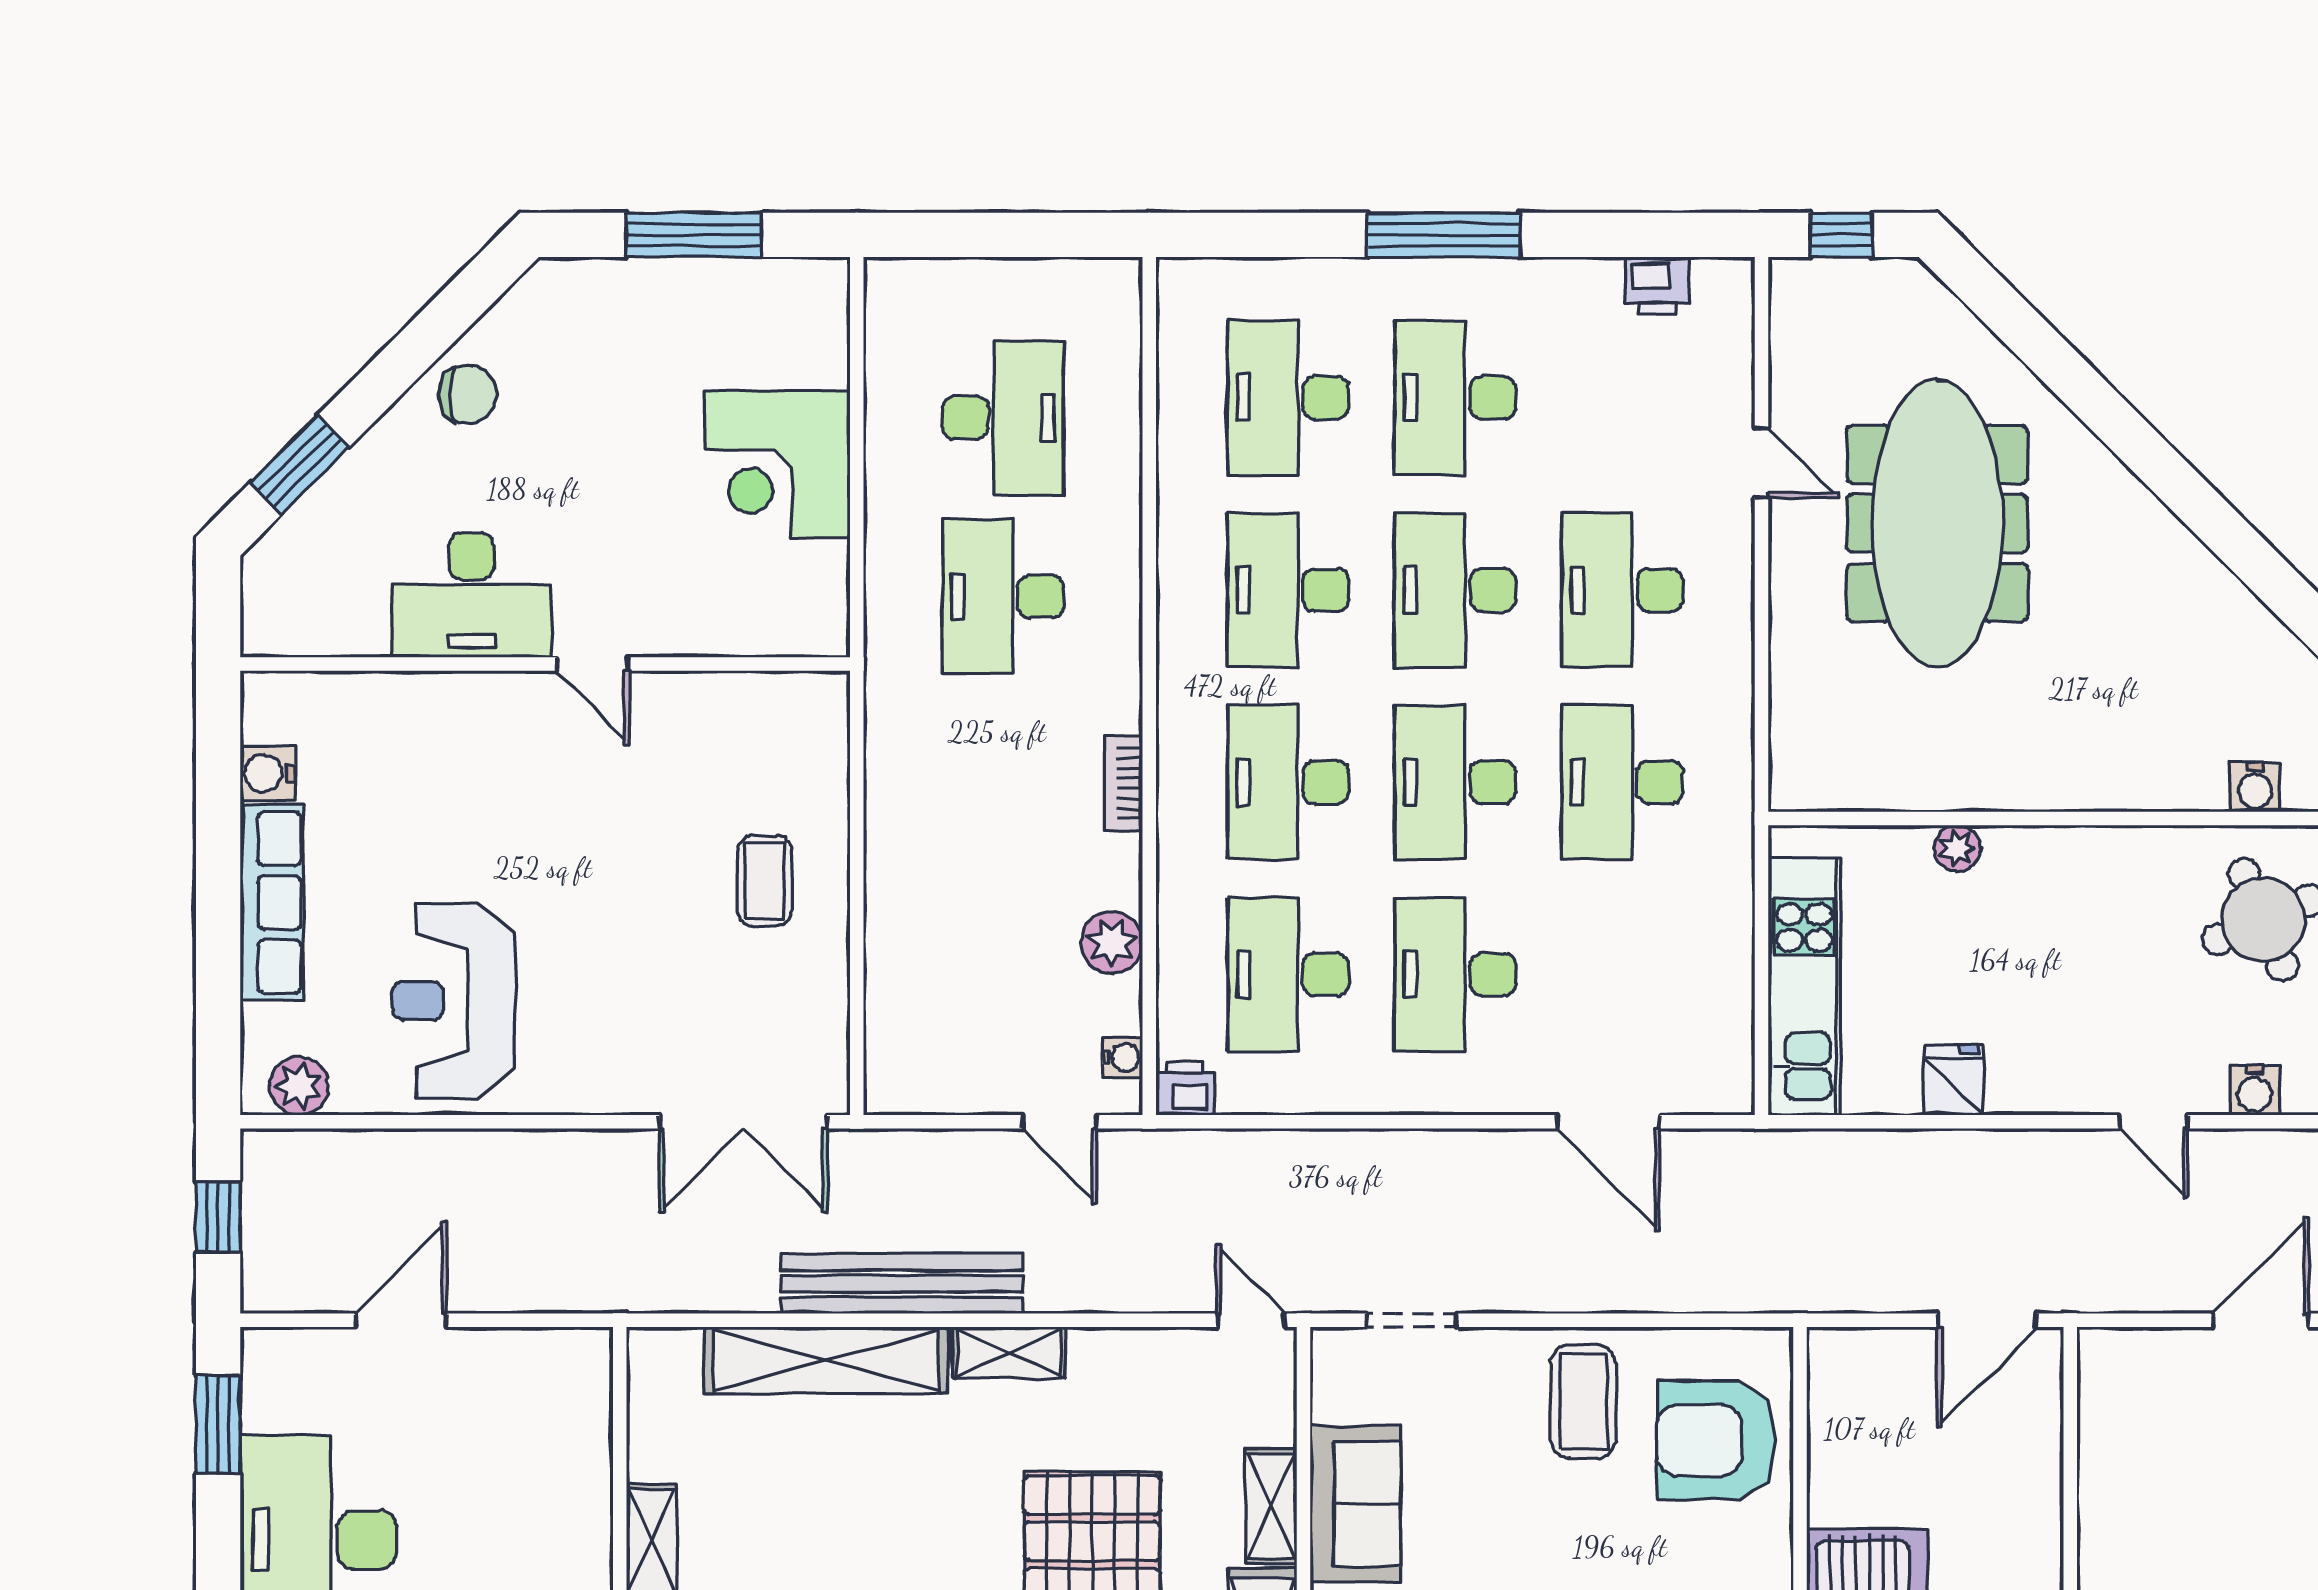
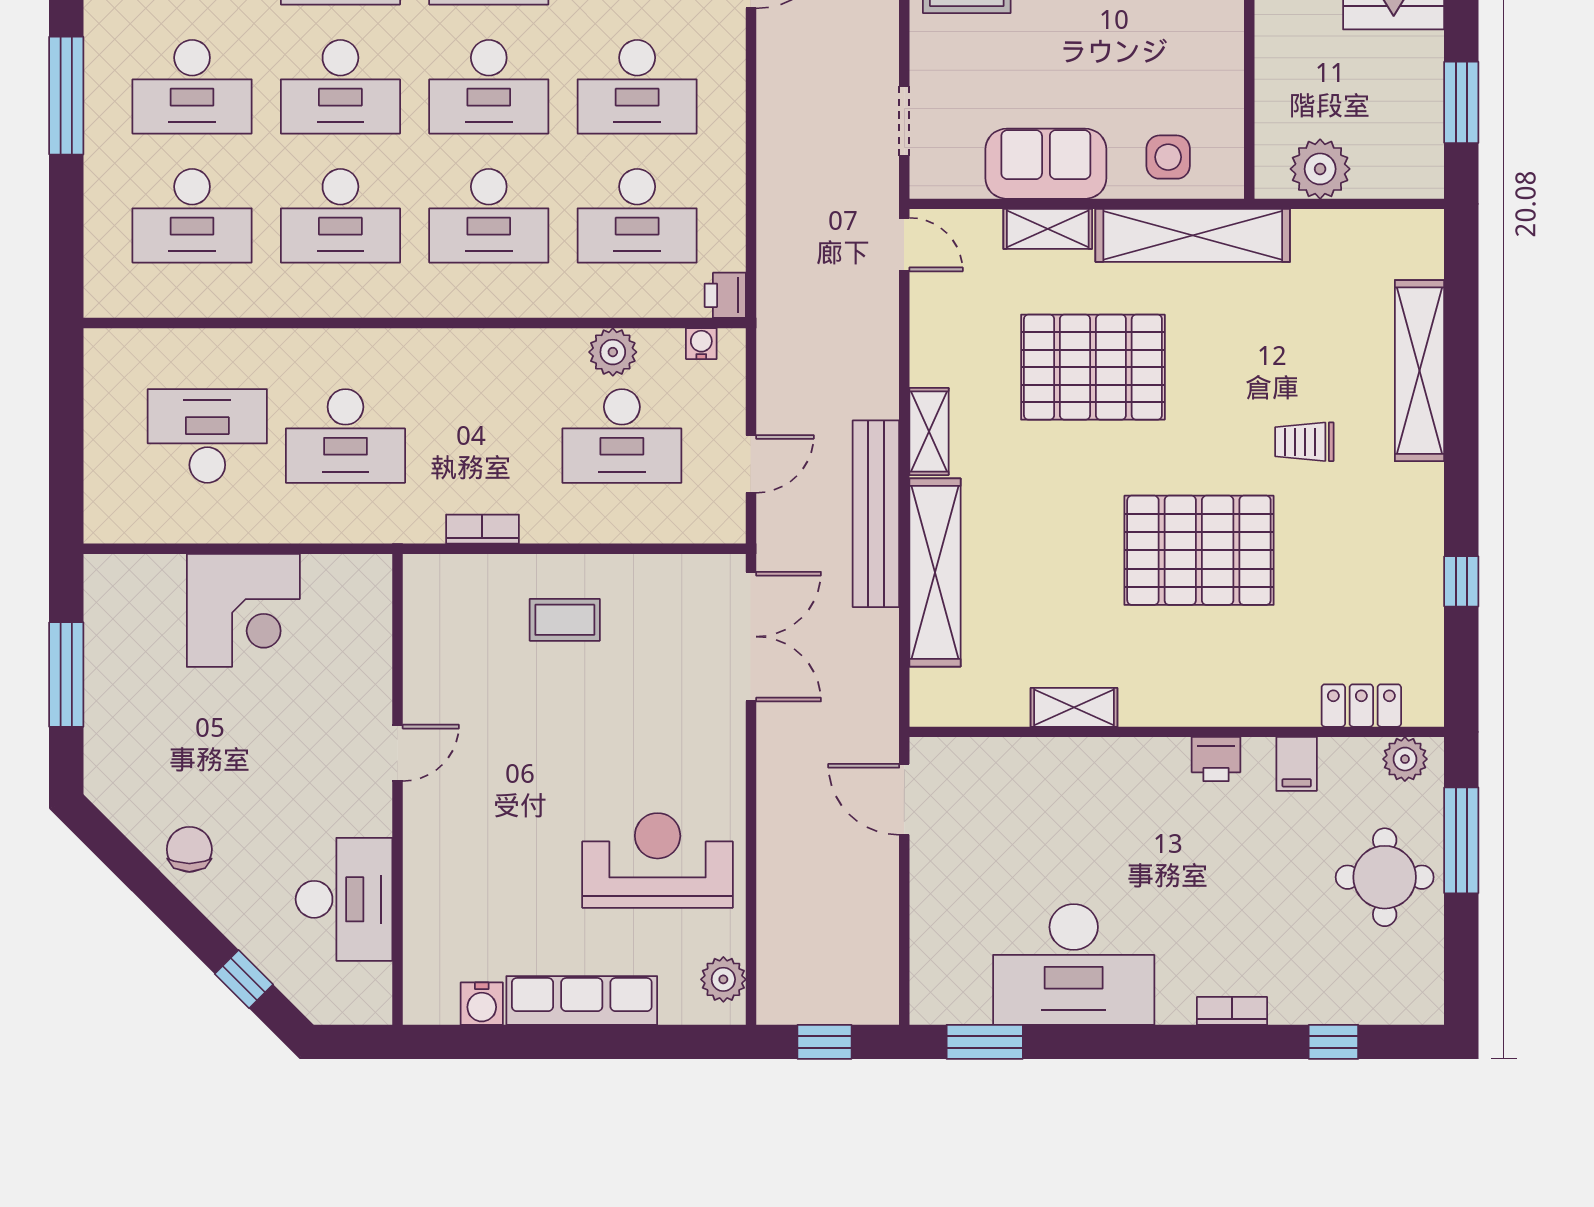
window: (299, 465) -> (244, 979), width x0.67
desk: (471, 595) -> (344, 899), moved
bookcase: (1124, 783) -> (482, 529), moved, turned 180
desk: (1003, 955) -> (622, 436), added
reception desk: (453, 1001) -> (658, 860), turned 180
door: (1059, 1122) -> (751, 464), moved
door: (401, 1320) -> (904, 799), moved
door: (1251, 1320) -> (904, 245), swing flipped

